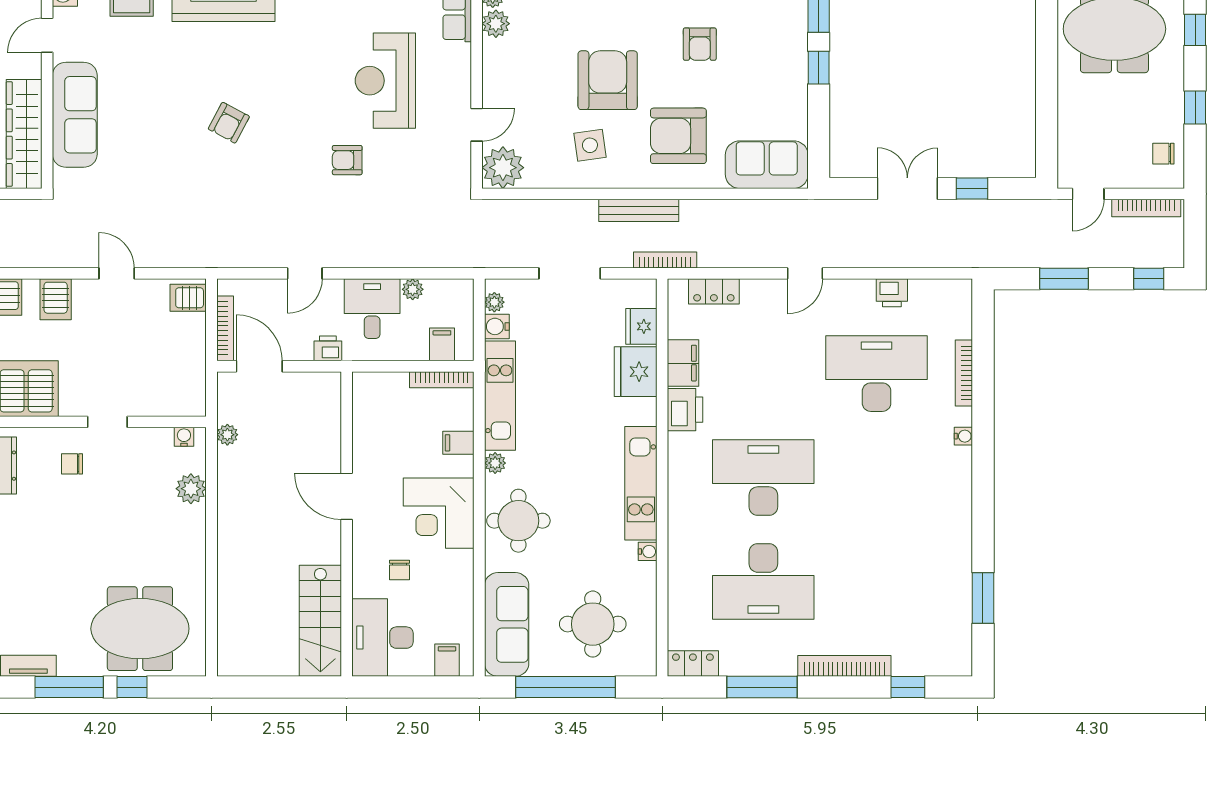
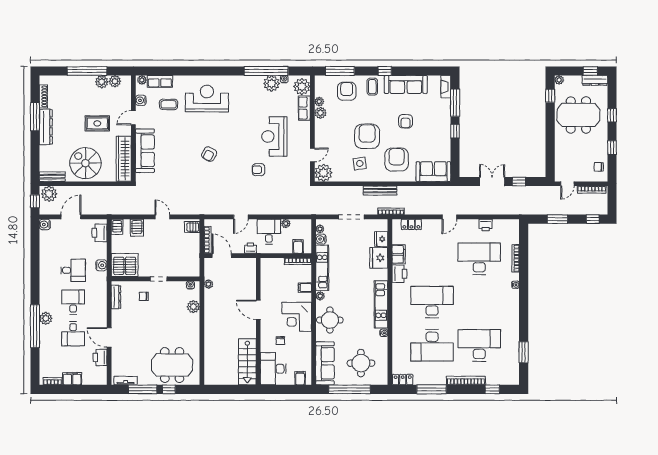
armchair: (678, 136) -> (397, 160), turned 90
desk: (877, 581) -> (479, 345), added

